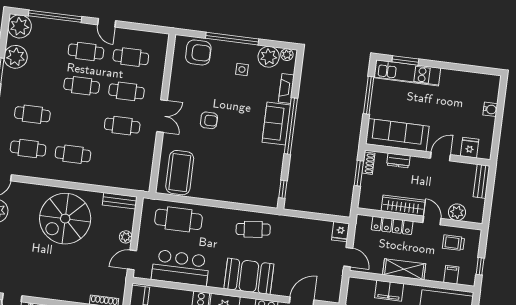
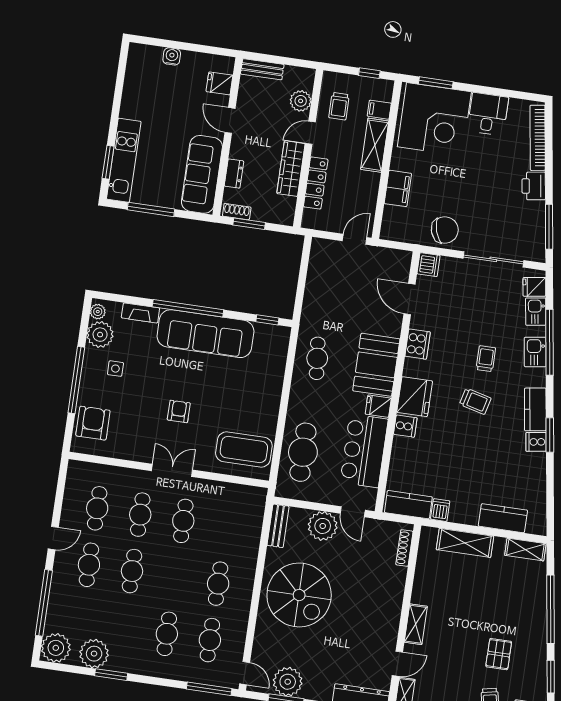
sofa: (276, 124) -> (205, 334), width x1.85, depth x1.27
fridge: (341, 232) -> (378, 406), moved, turned 180
plant: (126, 237) -> (323, 526), width x1.88, depth x1.88
shelving: (404, 269) -> (375, 145), moved

